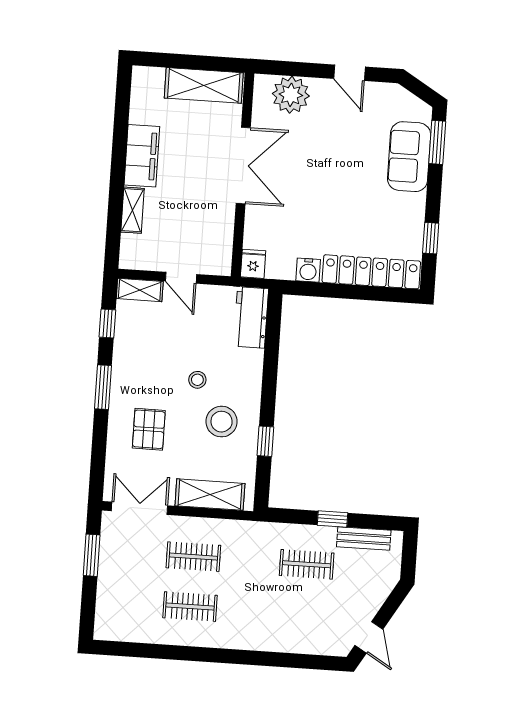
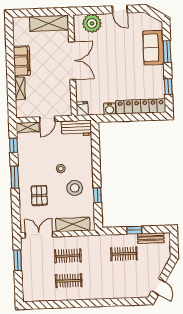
window: (437, 142) -> (167, 52), moved
door: (181, 278) -> (47, 119), hinge flipped
workbench: (251, 317) -> (76, 128), moved, turned -90

